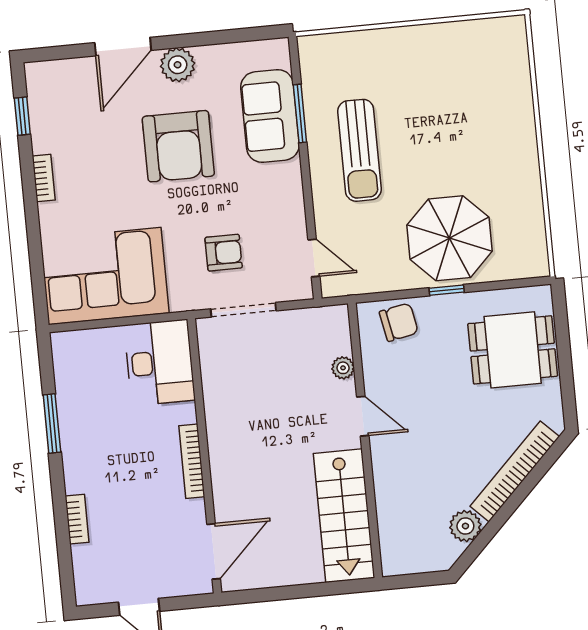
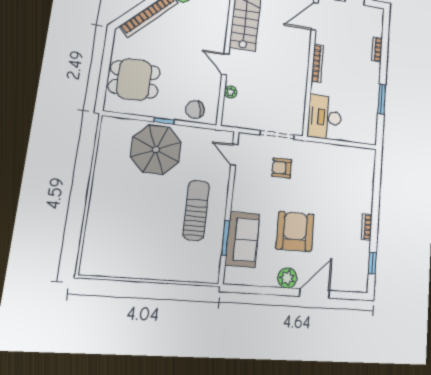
corner sofa: (105, 276) -> (345, 168), removed

